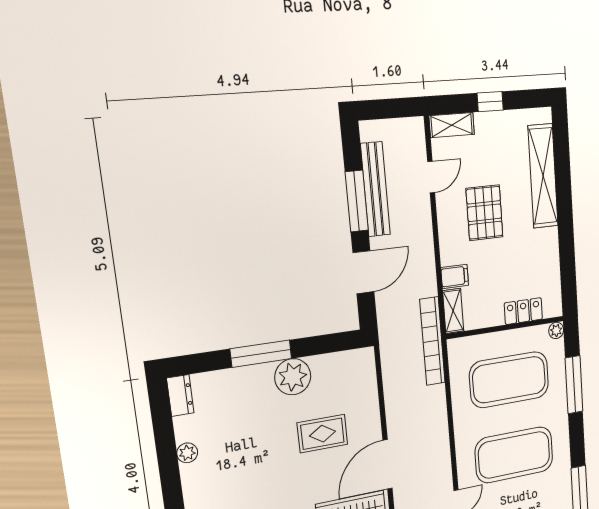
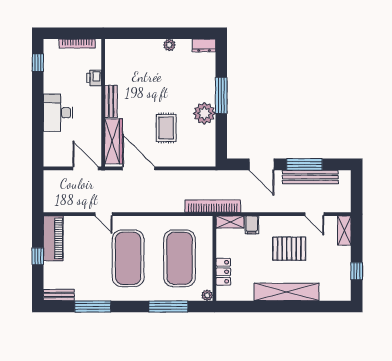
window: (490, 102) -> (357, 271), moved
shelving: (543, 176) -> (287, 292), moved

